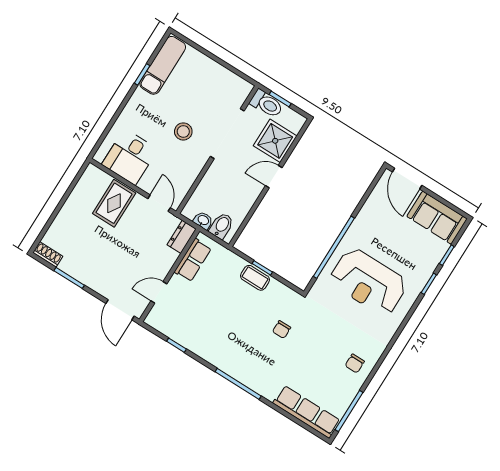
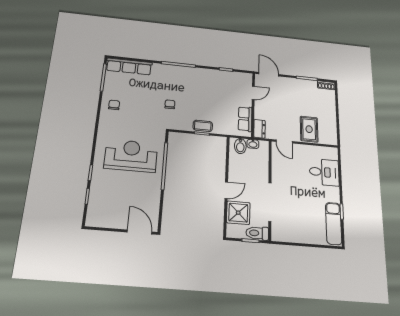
stool: (183, 131) -> (296, 190), removed
desk: (130, 157) -> (324, 172), moved, turned 90
sofa: (437, 218) -> (106, 217), removed

